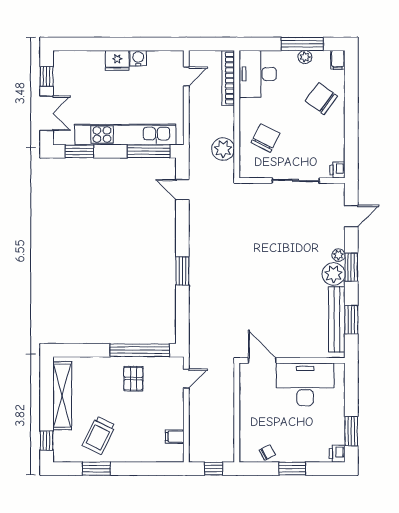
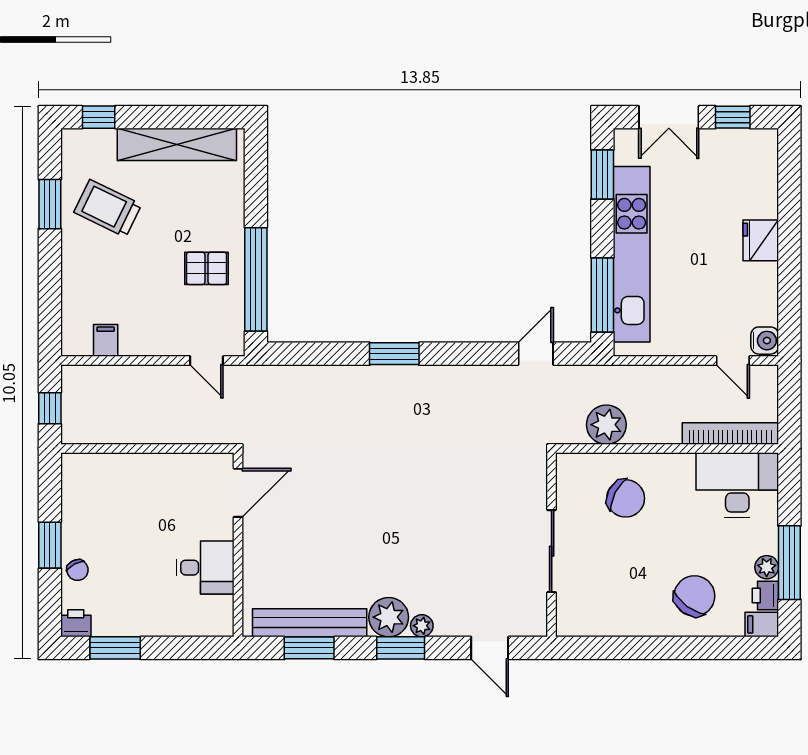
water cooler: (138, 58) -> (765, 341), moved
printer: (337, 170) -> (765, 595), moved, turned -90
desk: (305, 384) -> (205, 568), width x0.53, depth x0.77
chair: (267, 452) -> (77, 570), moved

